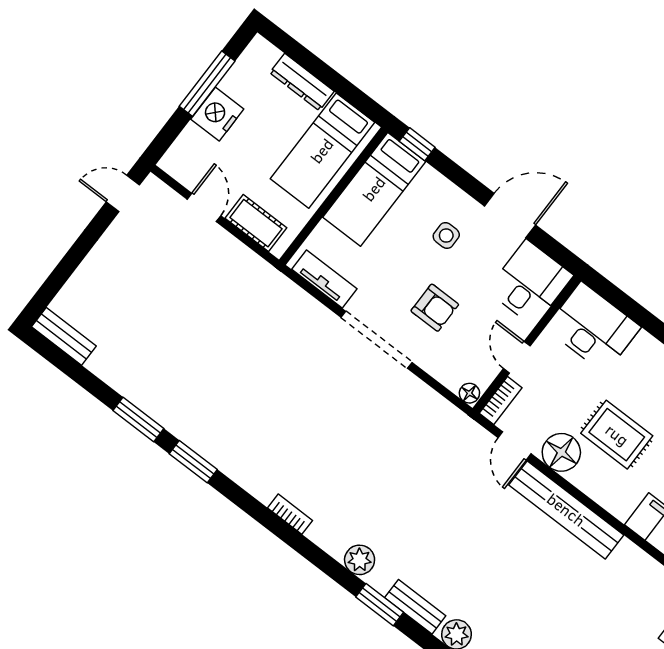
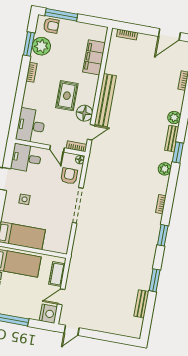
nightstand: (217, 114) -> (48, 314), moved, turned -90
door: (123, 193) -> (72, 330), hinge flipped
tv unit: (324, 279) -> (65, 237), removed
armchair: (435, 308) -> (69, 176), moved
bench: (64, 336) -> (141, 304), moved
door: (517, 357) -> (57, 149), hinge flipped
window: (193, 462) -> (163, 235), moved

